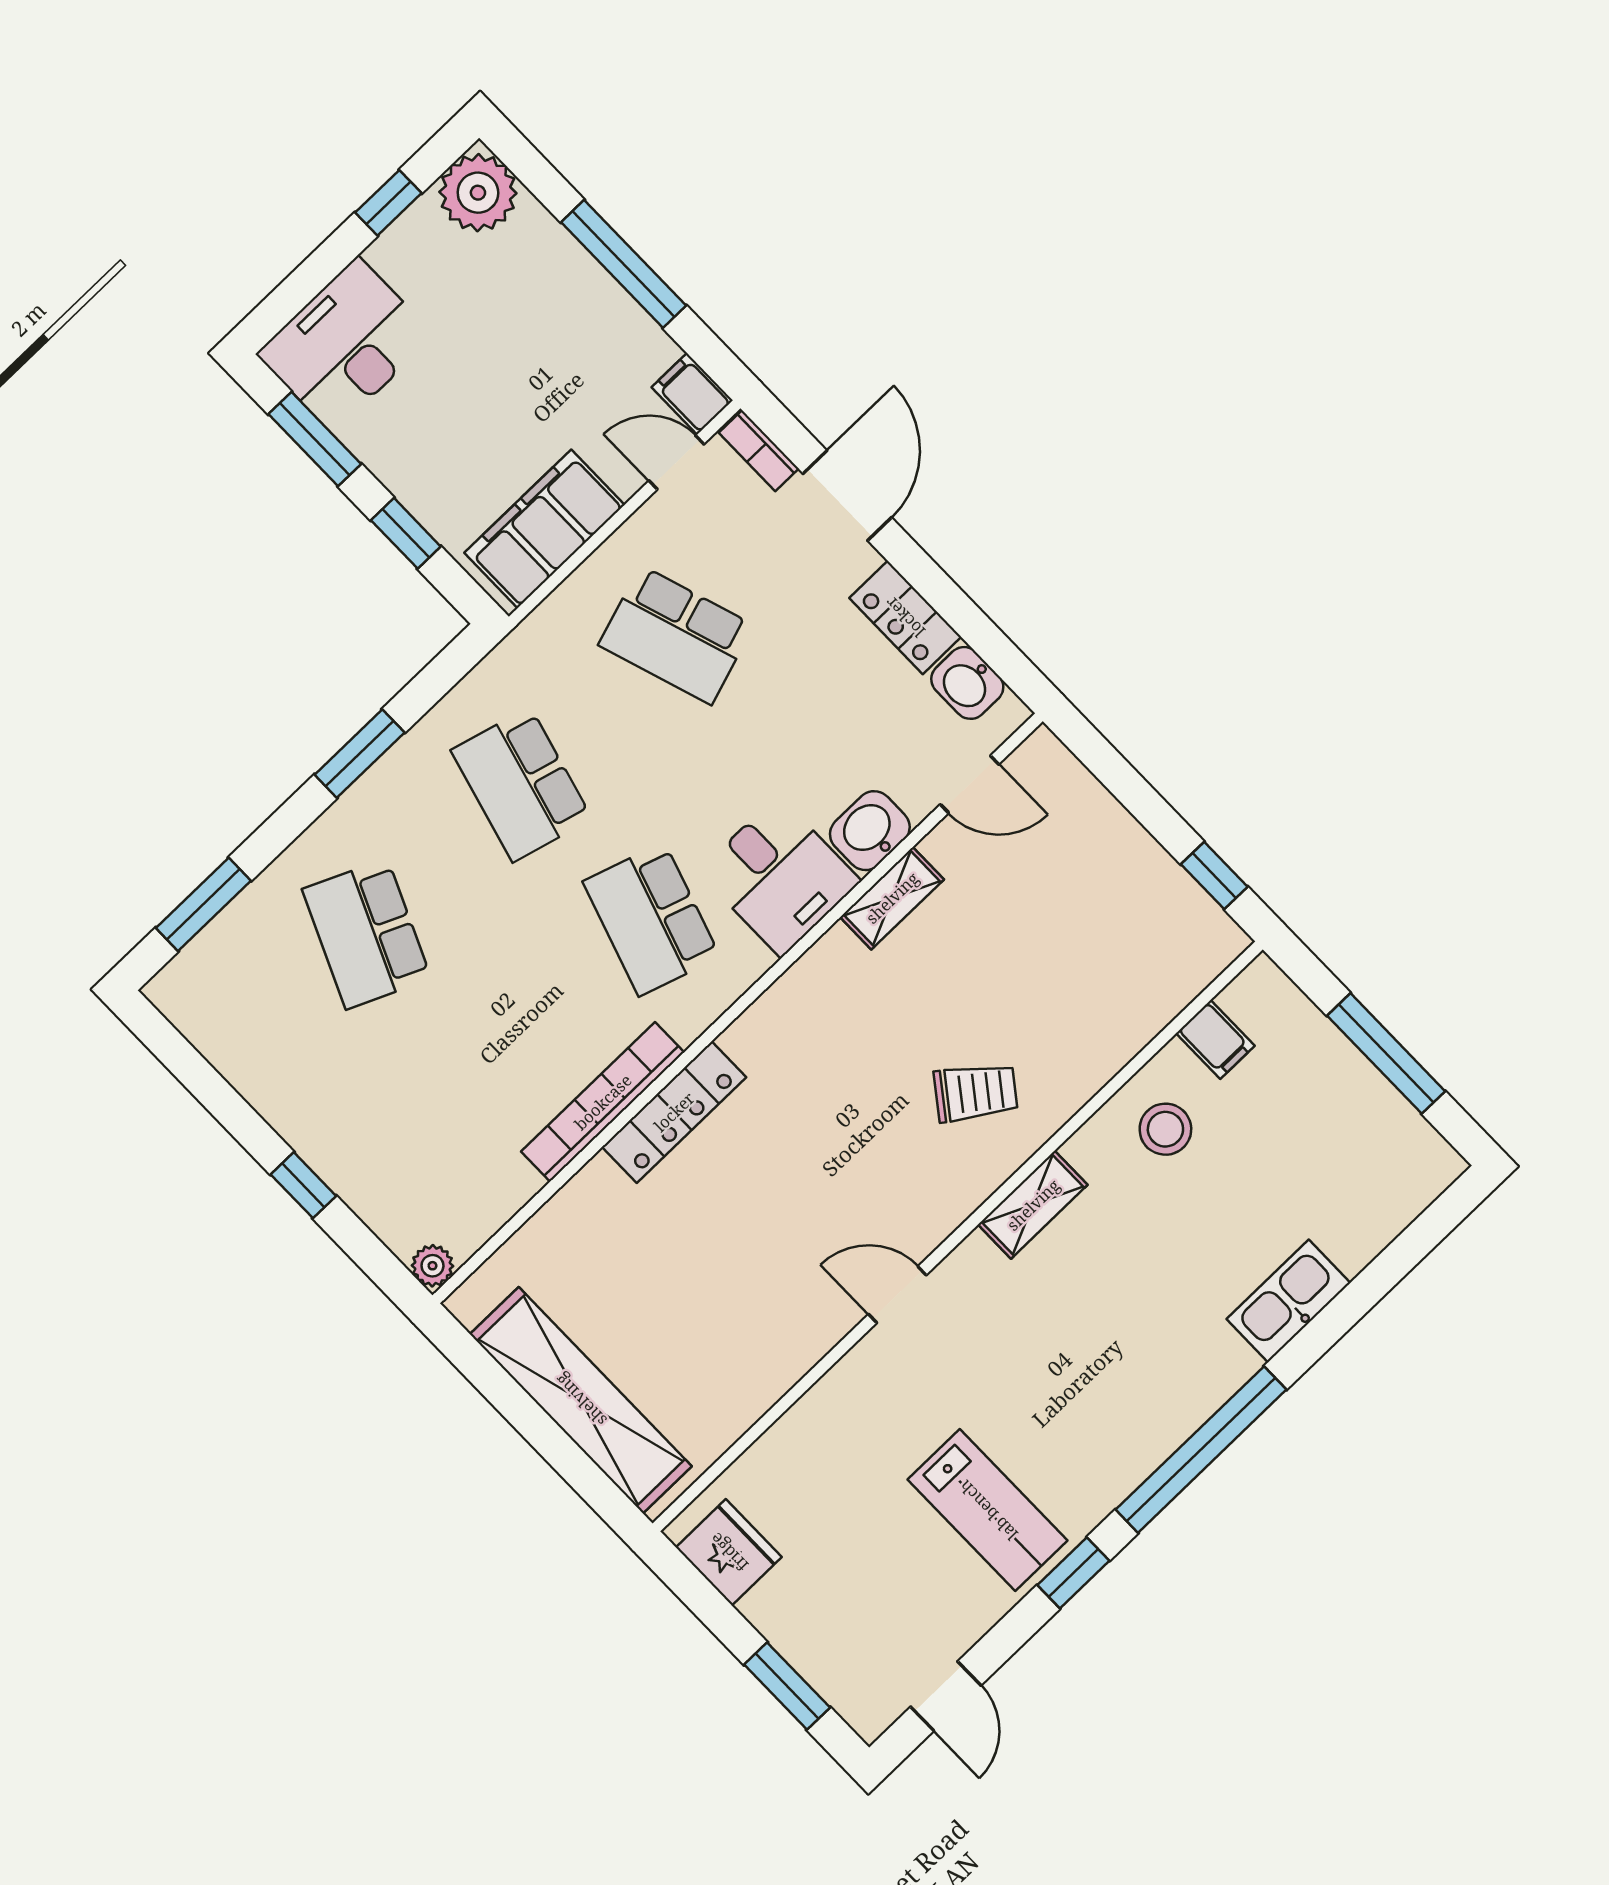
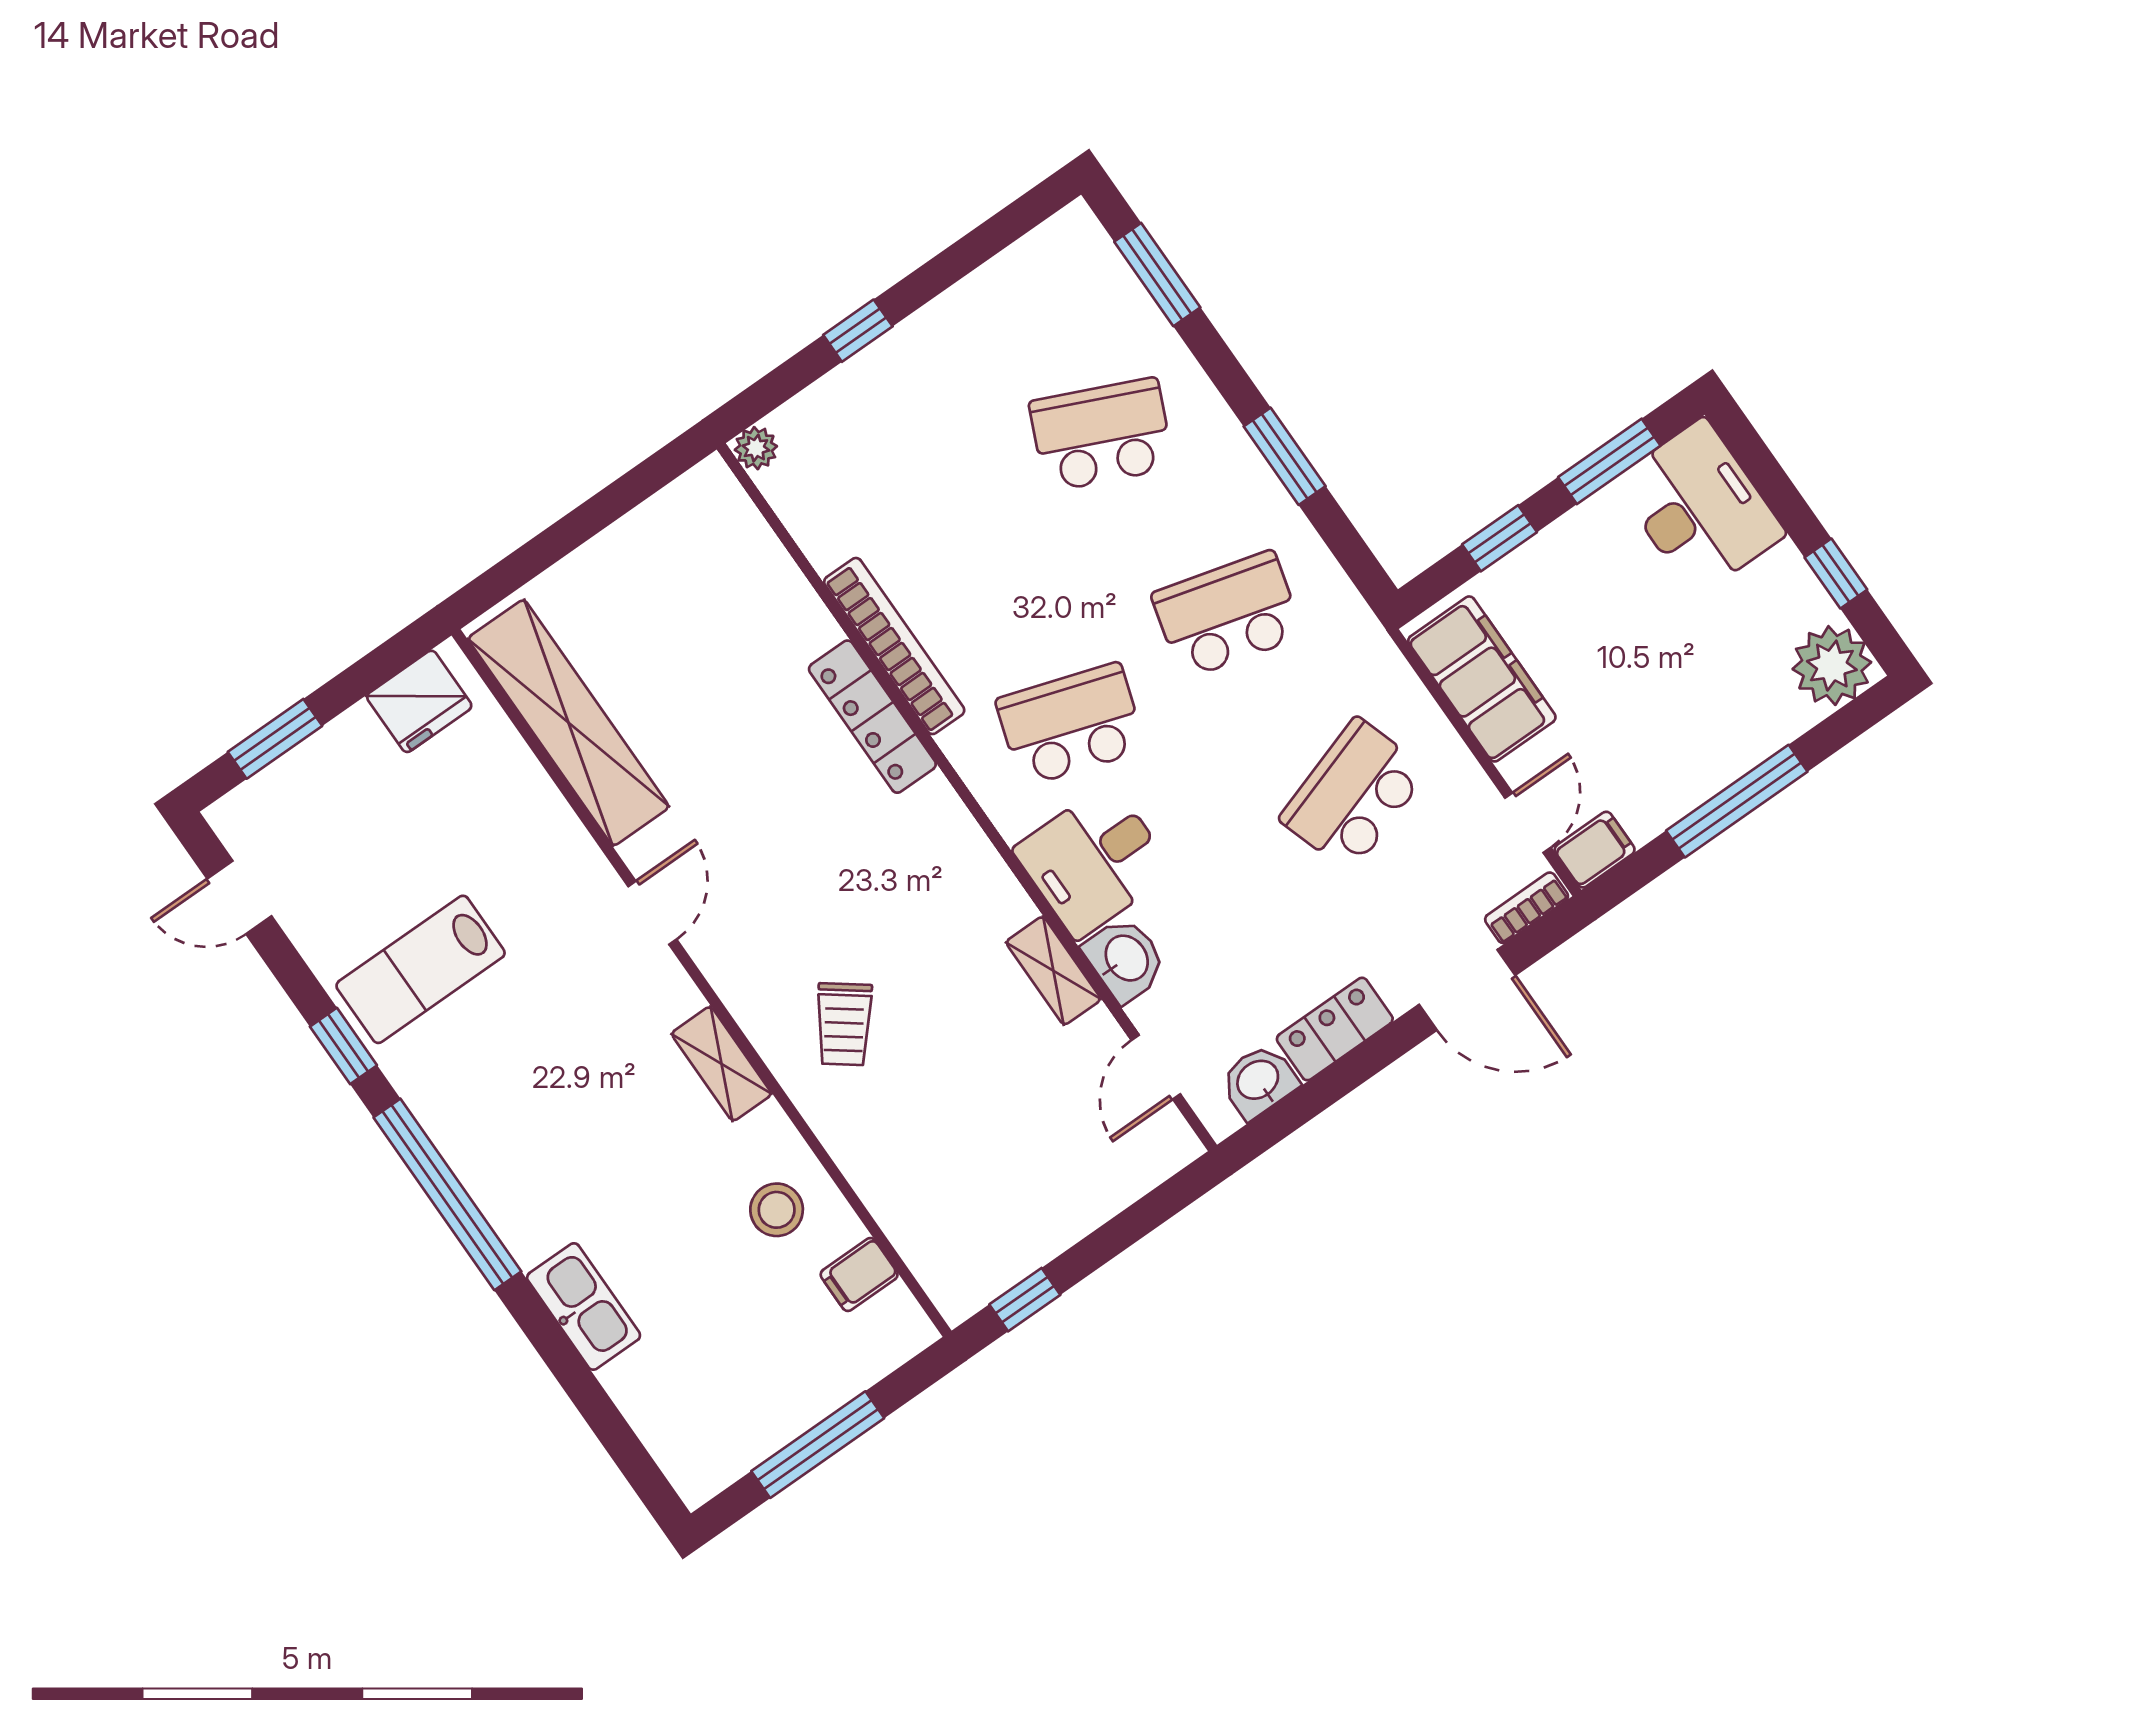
shelving: (581, 1400) -> (568, 723), moved, turned 90

